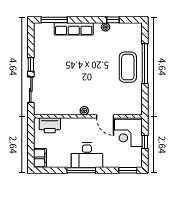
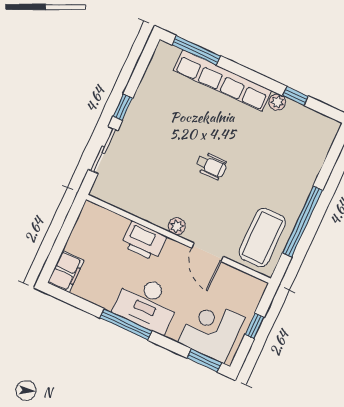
row of seats: (74, 29) -> (222, 81), width x1.36
window: (145, 64) -> (303, 221), moved
coffee table: (128, 67) -> (262, 238), moved
wheelchair: (87, 73) -> (211, 166), added
printer: (50, 125) -> (144, 241), moved
corner desk: (128, 133) -> (211, 330), moved, turned 90

